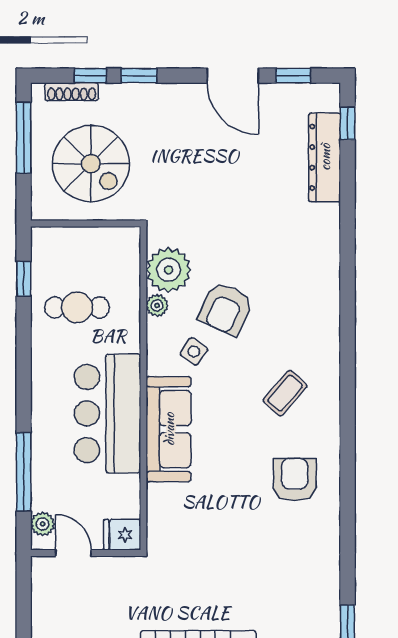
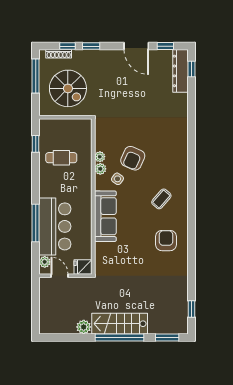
dresser: (325, 157) -> (180, 71), moved
plant: (169, 270) -> (100, 169), moved, width x0.53, depth x0.53
bar counter: (107, 414) -> (55, 226), moved, turned 180
window: (24, 472) -> (36, 223), moved

